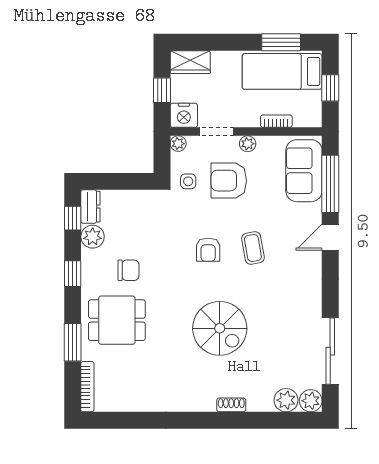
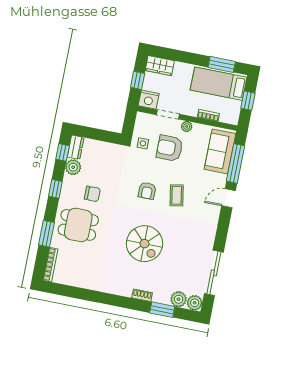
plant: (178, 144) -> (141, 117), removed
window: (265, 420) -> (162, 310), added

